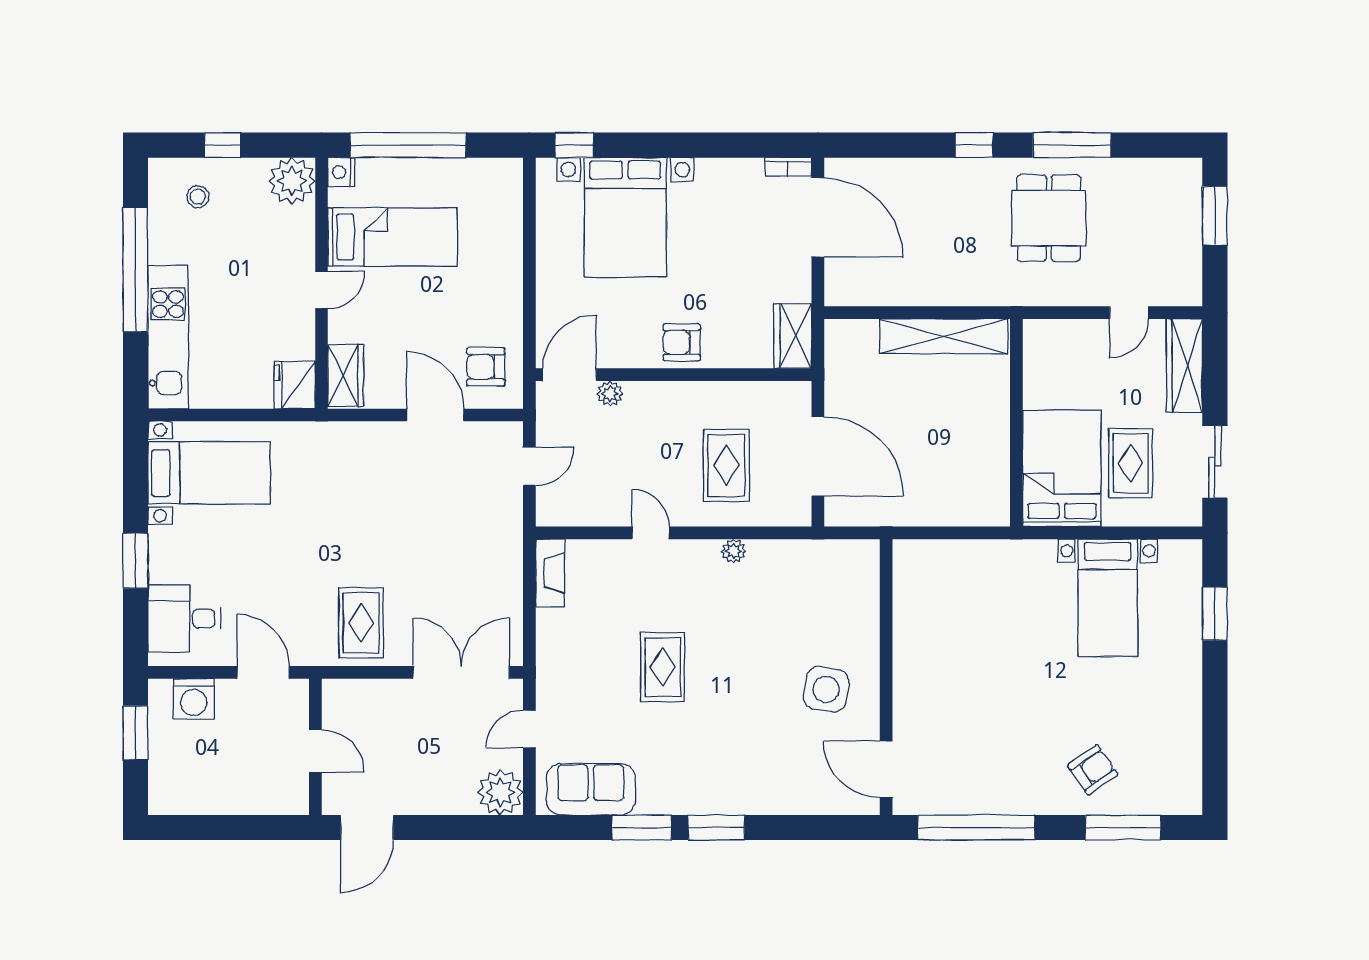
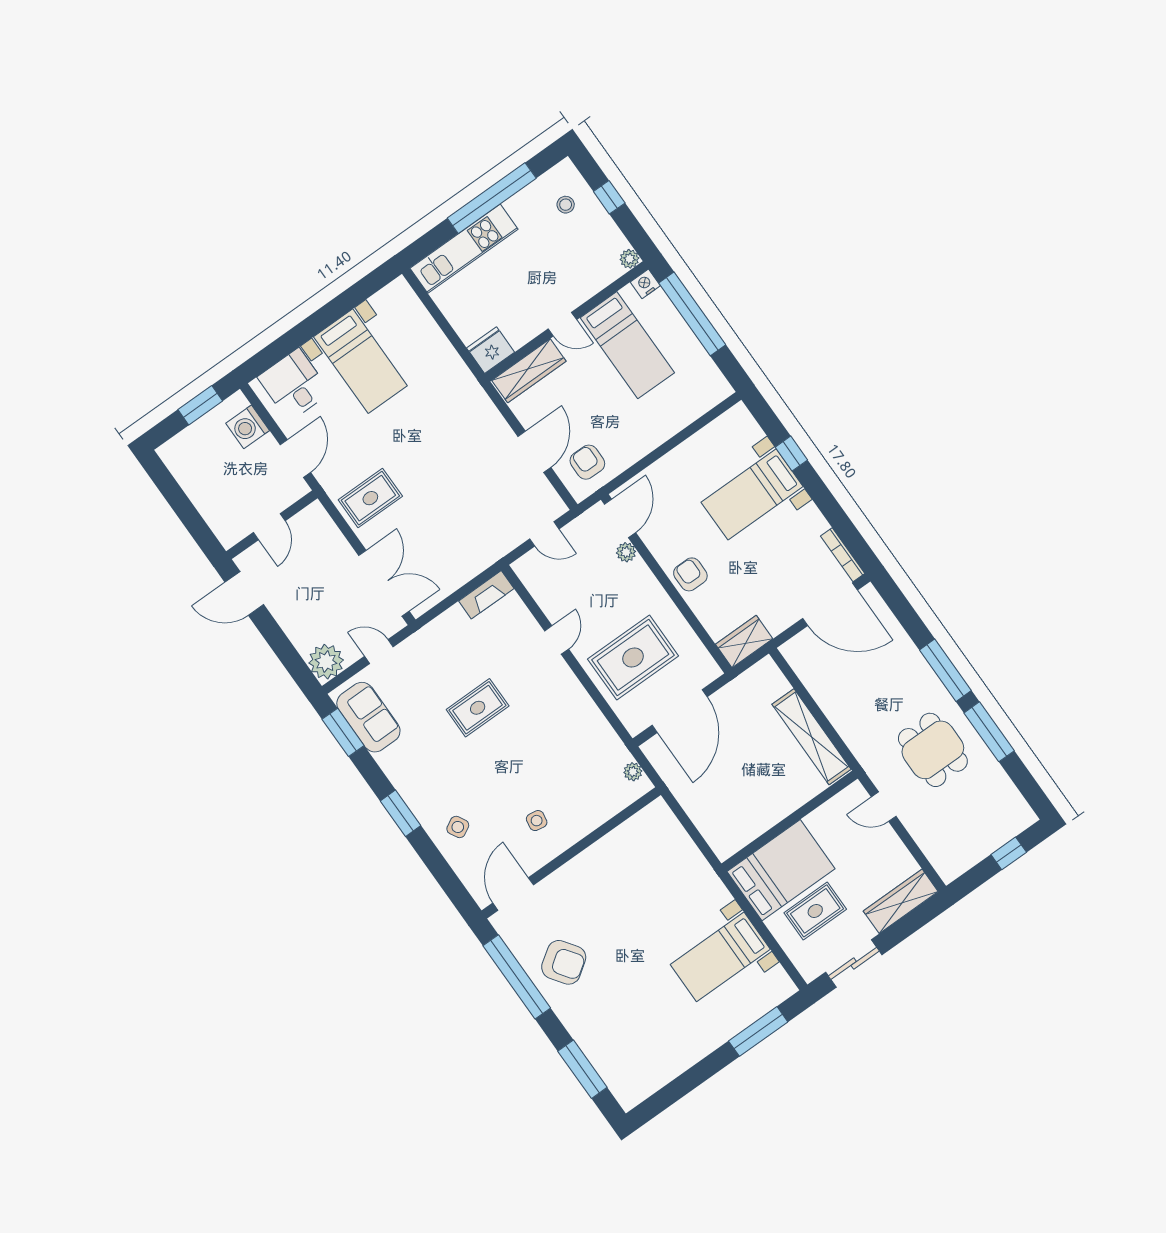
window: (574, 145) -> (791, 454), moved
window: (974, 145) -> (945, 670), width x2.17
bookcase: (788, 167) -> (843, 555), width x1.56
plant: (292, 181) -> (629, 259), width x0.53, depth x0.53
window: (1215, 216) -> (1009, 853), width x0.67
bed with nightstands: (625, 217) -> (752, 494), width x0.73
door: (818, 217) -> (830, 604), hinge flipped
dining table: (1049, 218) -> (933, 750), turned 90
door: (1129, 313) -> (884, 807), moved
wardrobe: (346, 375) -> (529, 371), width x1.50
door: (570, 375) -> (620, 518), hinge flipped
rug: (726, 465) -> (633, 658), width x1.36, depth x1.43
bed with nightstands: (209, 473) -> (360, 361), moved
plant: (734, 551) -> (633, 772), moved
window: (135, 561) -> (309, 328), removed
window: (1215, 614) -> (758, 1031), width x1.44
side table: (826, 689) -> (537, 821), width x0.54, depth x0.54
armchair: (1093, 770) -> (564, 962), moved, width x1.38, depth x1.38
side table: (774, 777) -> (458, 827), added
window: (642, 828) -> (343, 732), moved

